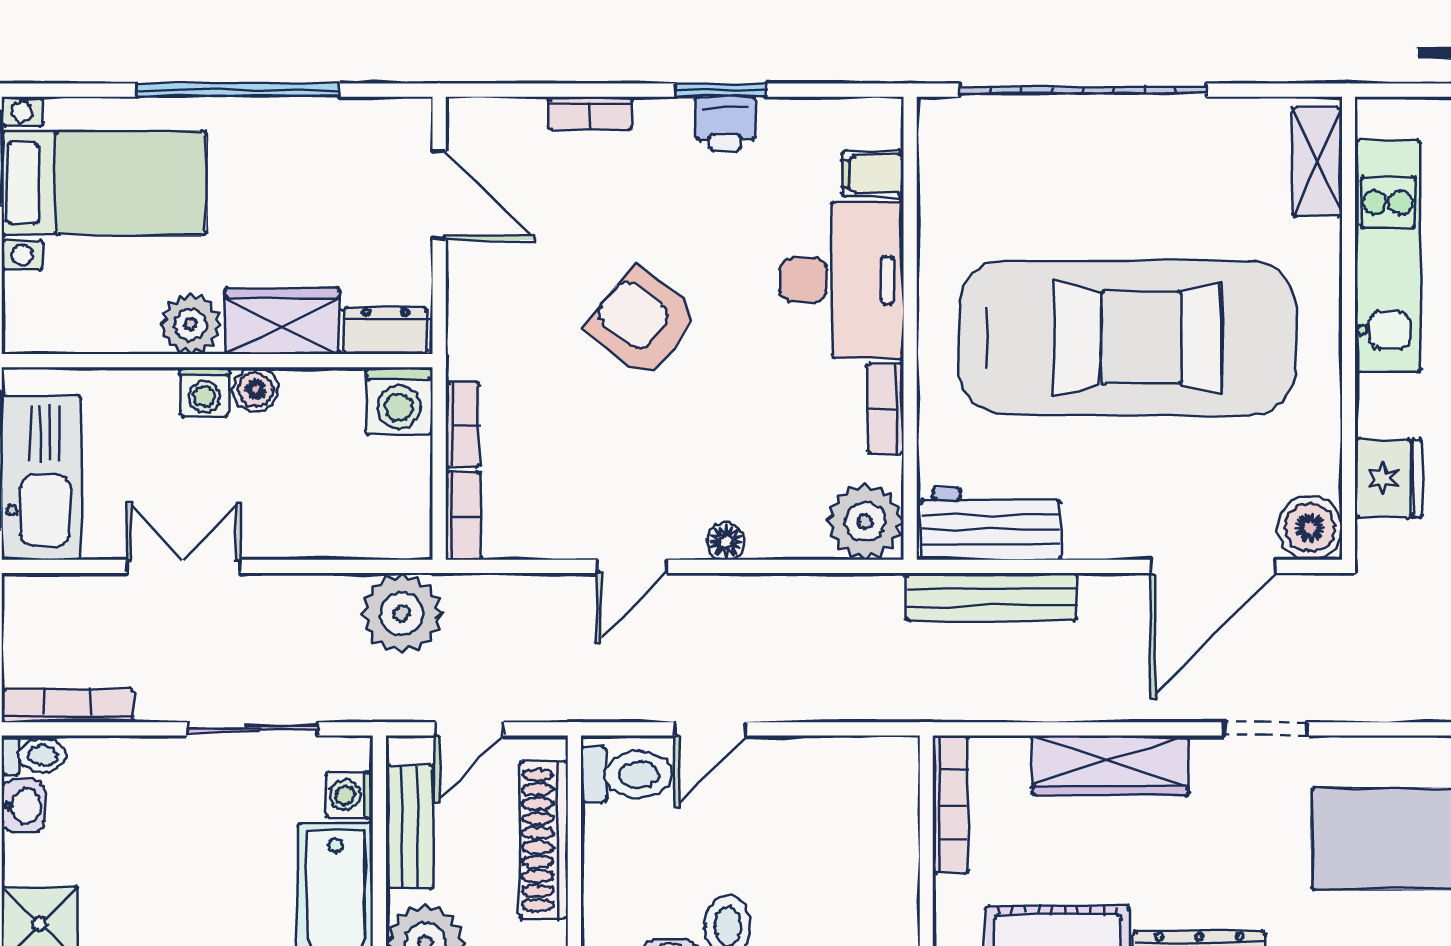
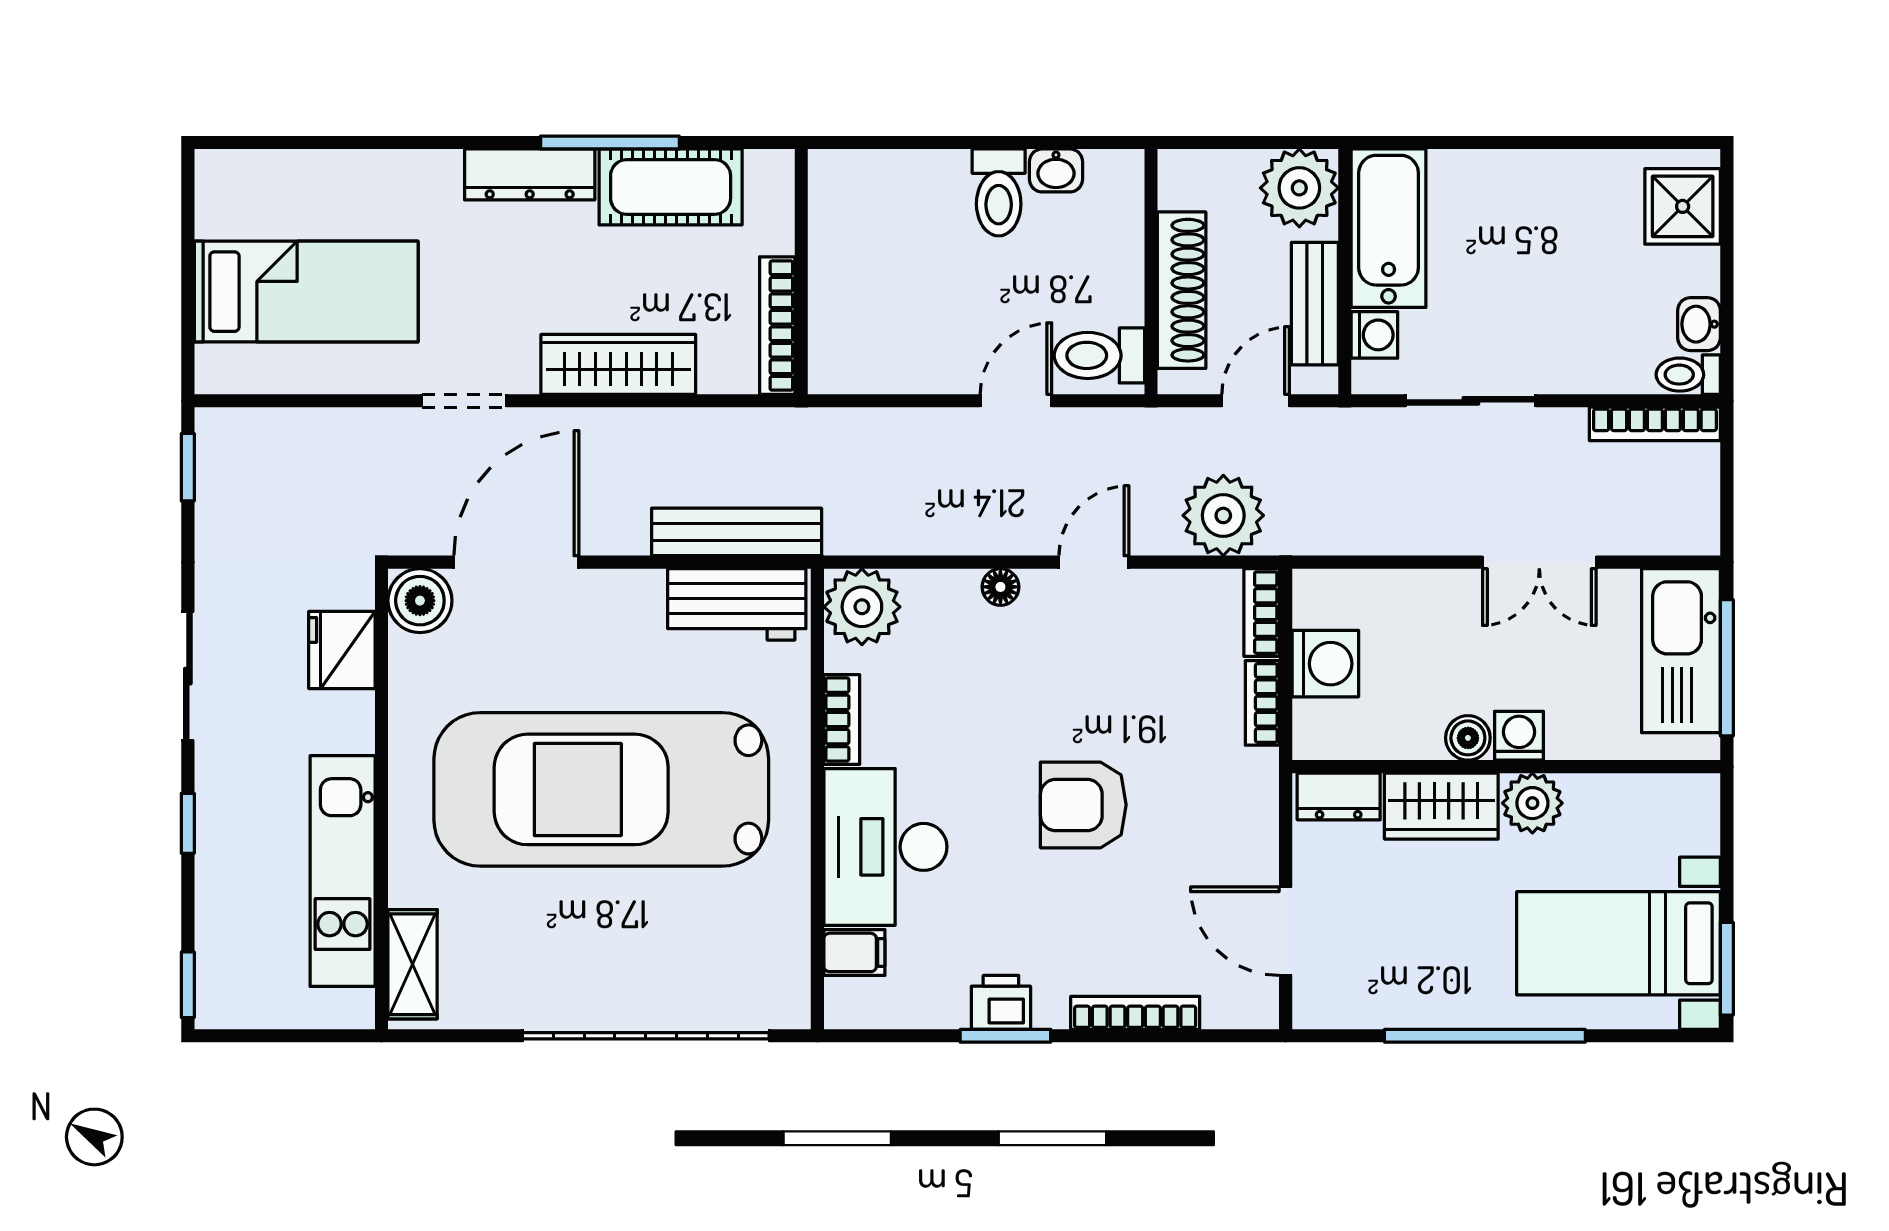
bookcase: (590, 113) -> (1135, 1013), width x1.56
armchair: (642, 322) -> (1083, 805), turned 142
washing machine: (399, 401) -> (1325, 664), moved, turned 90
plant: (402, 613) -> (1223, 515), moved

